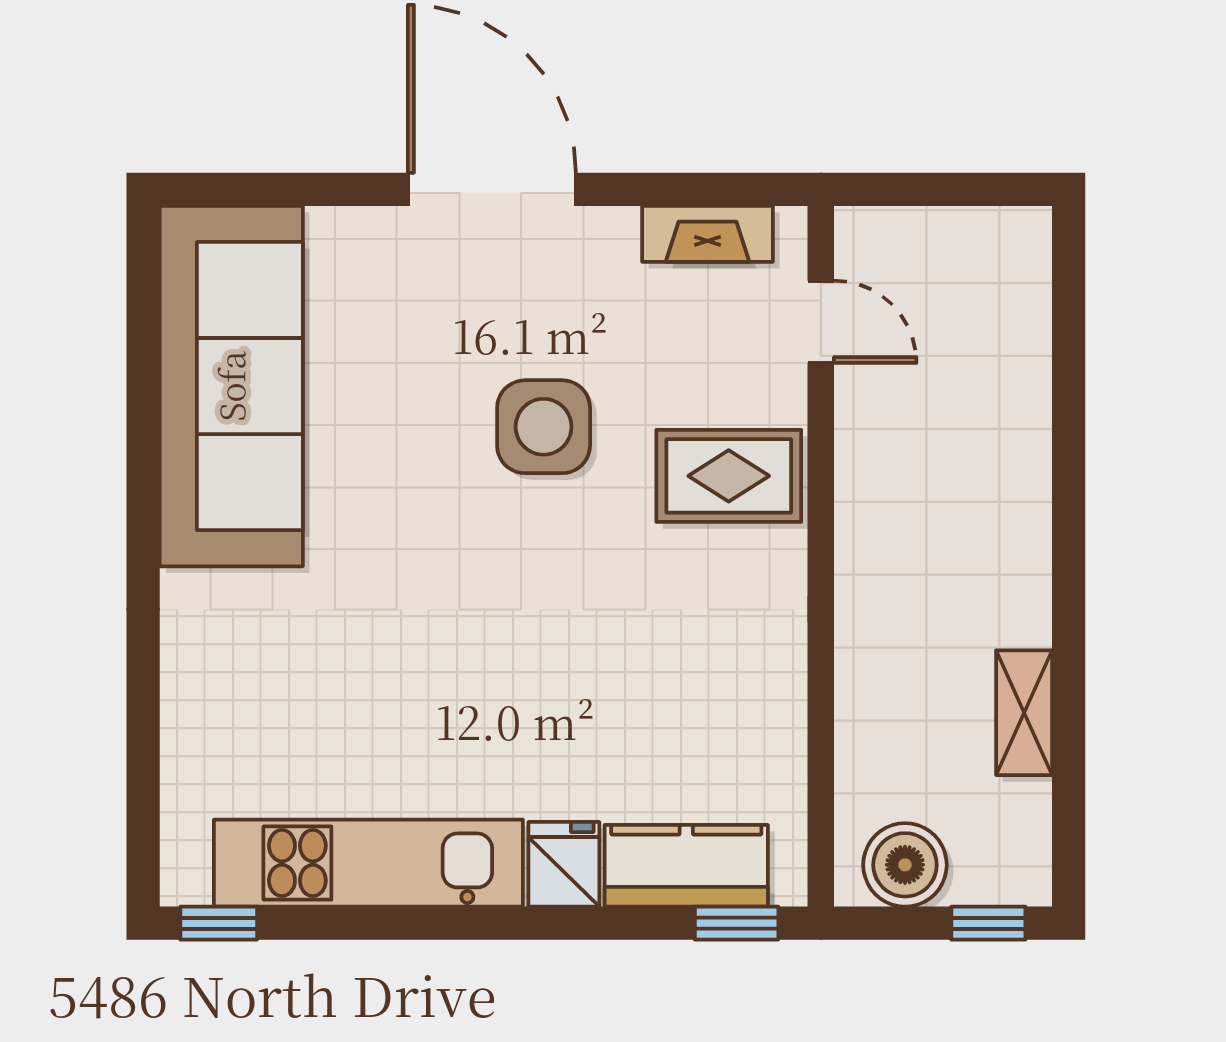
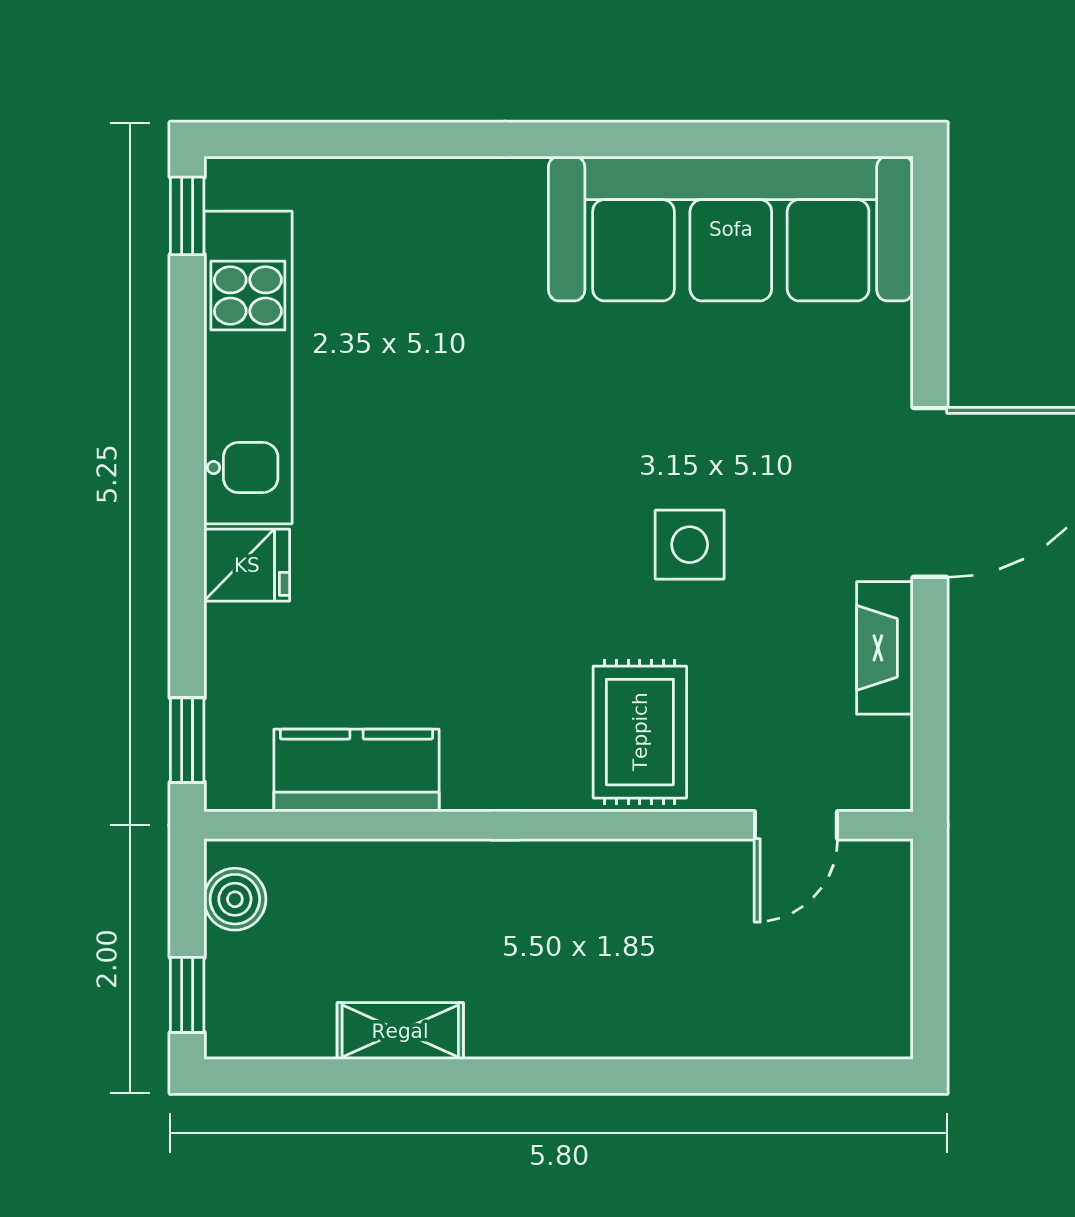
fireplace: (708, 234) -> (885, 648), moved
side table: (544, 427) -> (690, 545), width x0.73, depth x0.73
boiler: (905, 865) -> (235, 899), width x0.73, depth x0.73
kitchen counter: (686, 866) -> (356, 771), moved, turned -90

